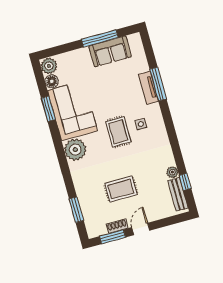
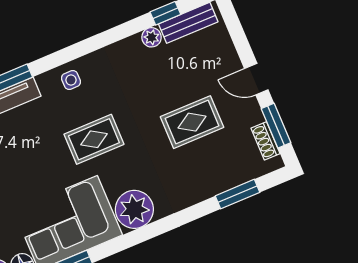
side table: (141, 124) -> (71, 80), moved
rug: (121, 189) -> (192, 122), turned 90
shoe rack: (117, 226) -> (265, 141), moved

